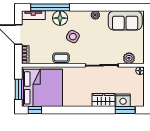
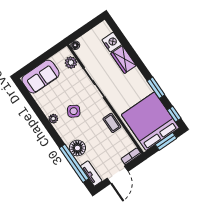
sofa: (125, 20) -> (41, 77), moved, turned 90
side table: (73, 37) -> (74, 111), moved
window: (125, 110) -> (156, 88), moved

